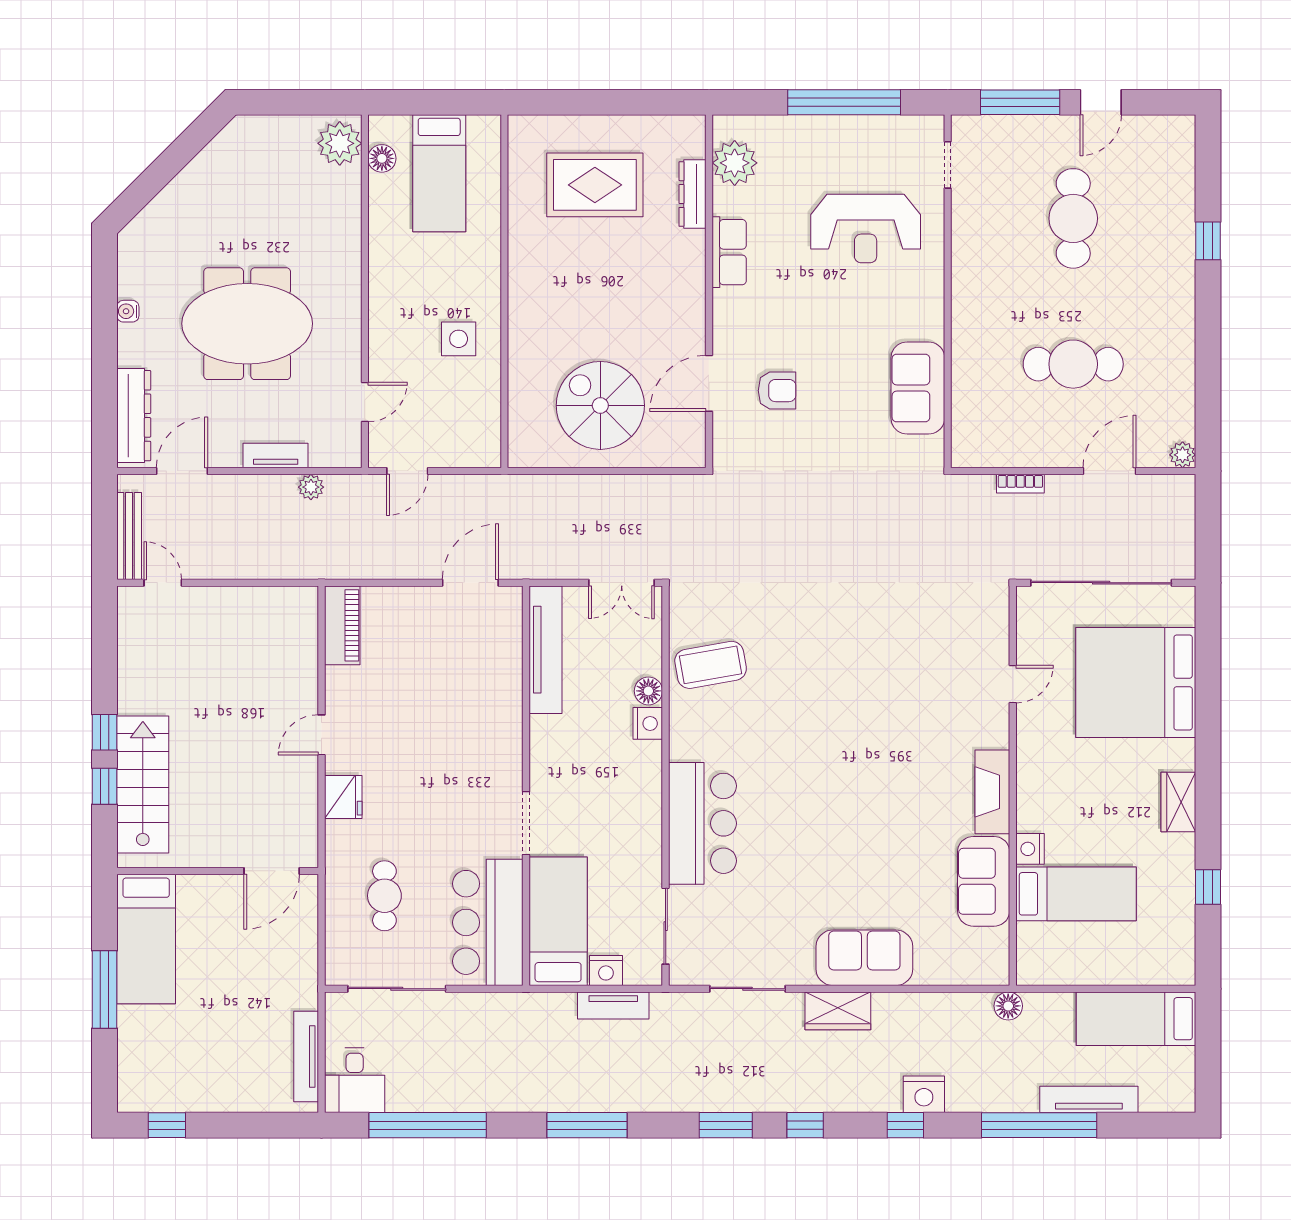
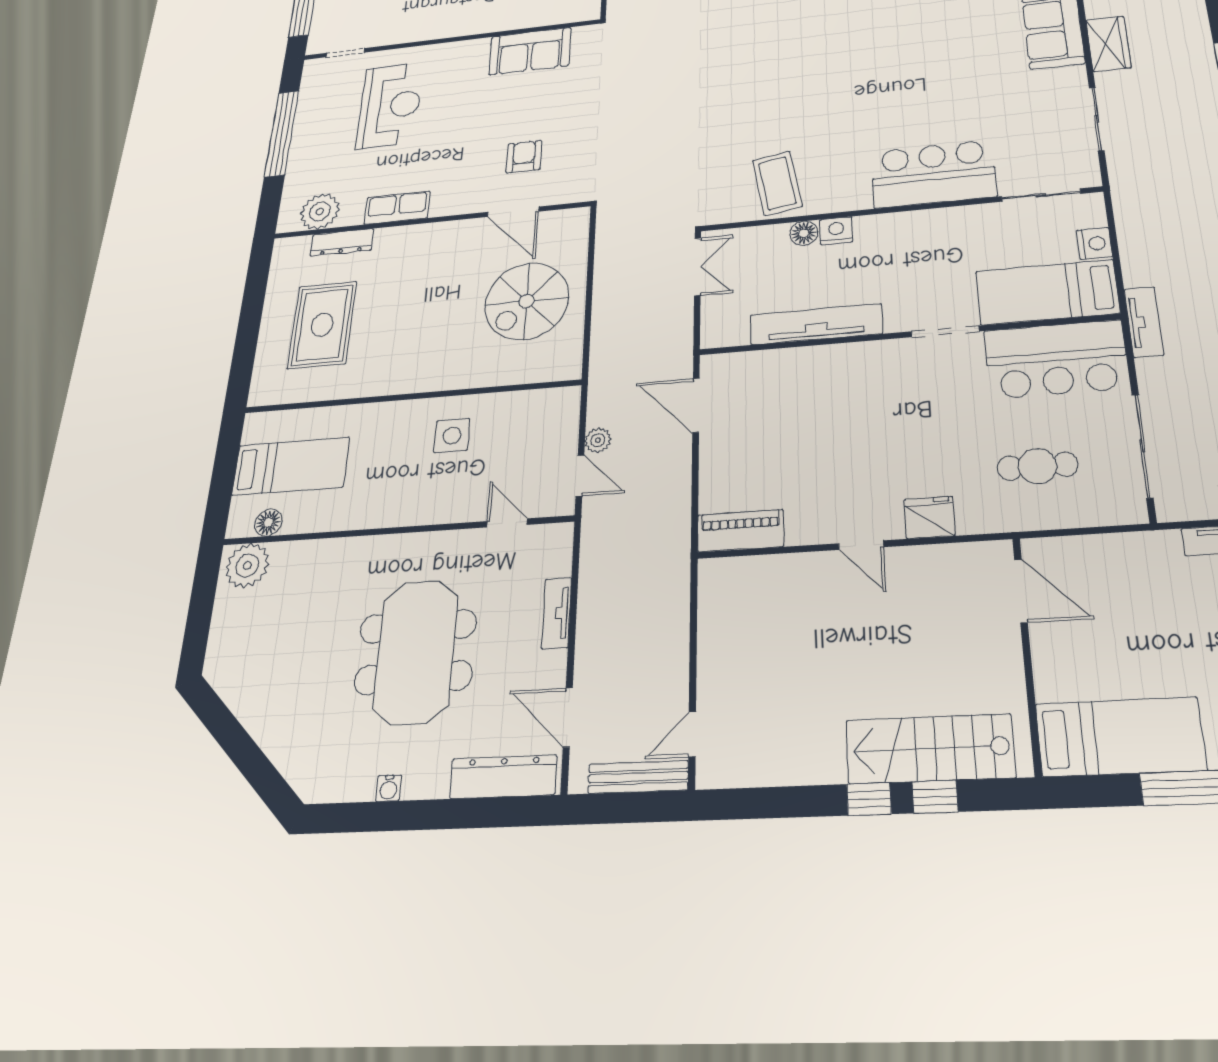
plant: (311, 487) -> (598, 440), moved
tv unit: (546, 650) -> (816, 324), moved
tv unit: (613, 1005) -> (1144, 322), moved

